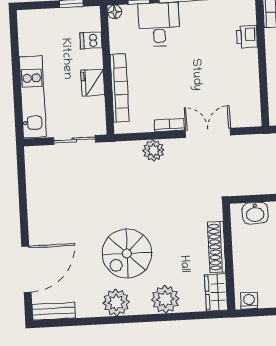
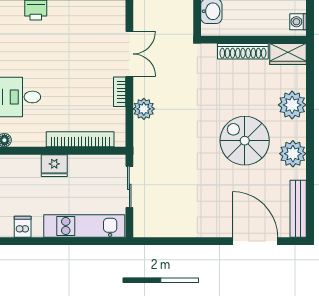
dishwasher: (91, 40) -> (23, 227), moved, turned 180
fridge: (93, 83) -> (54, 166), moved
double door: (208, 133) -> (129, 54), swing flipped
spiral stairs: (127, 253) -> (245, 141), turned 180
bench: (54, 311) -> (298, 209), width x1.36

